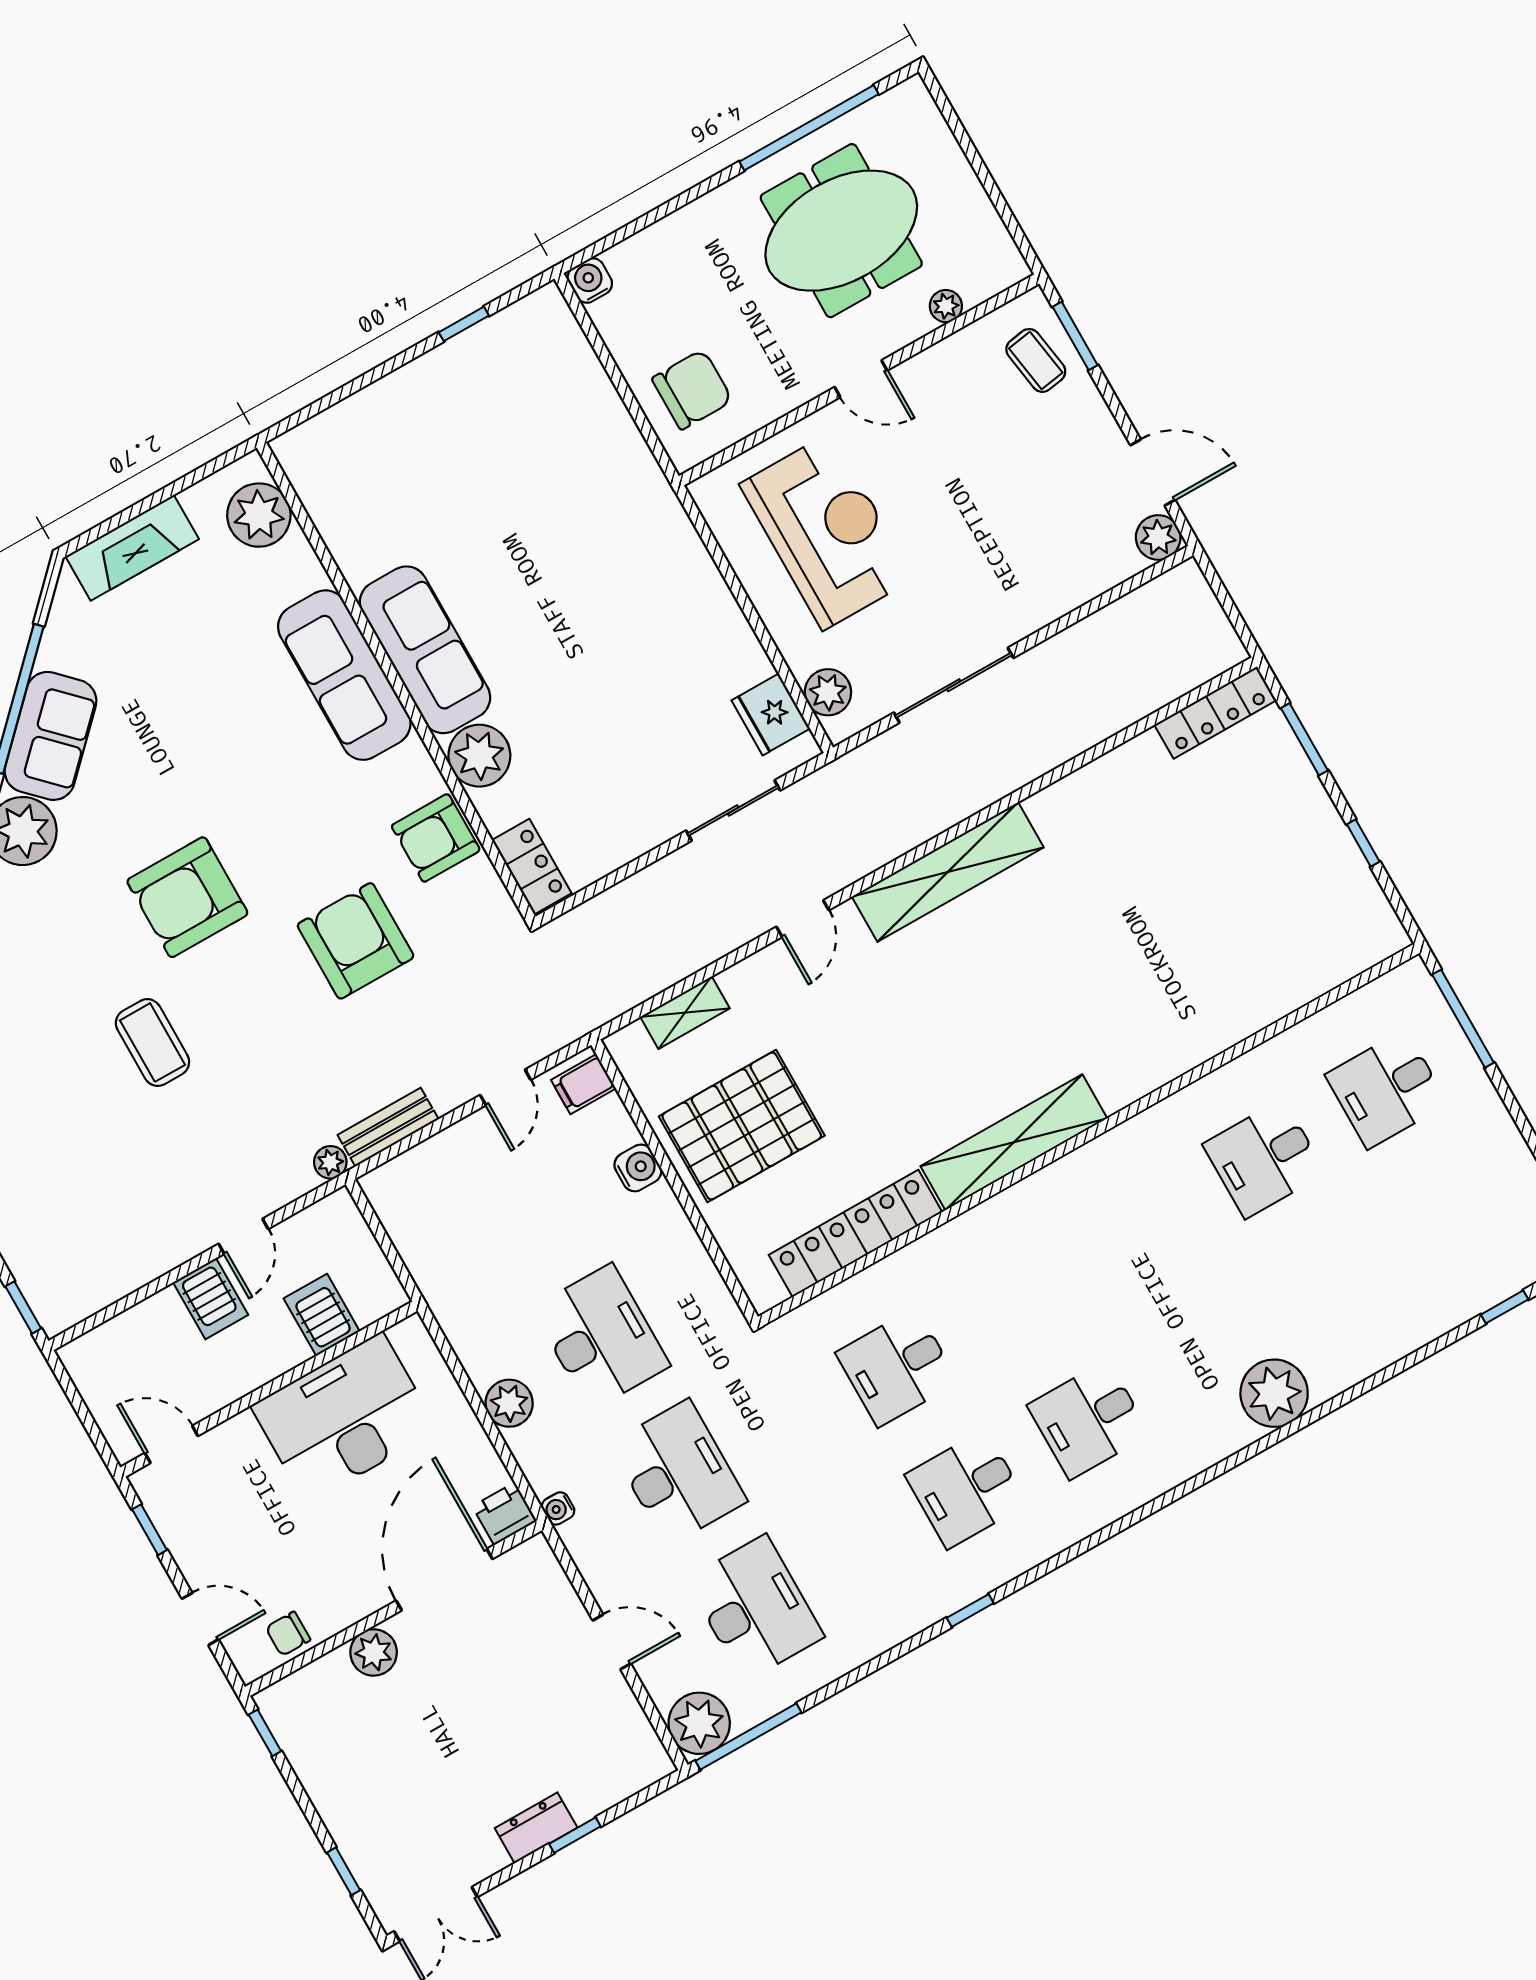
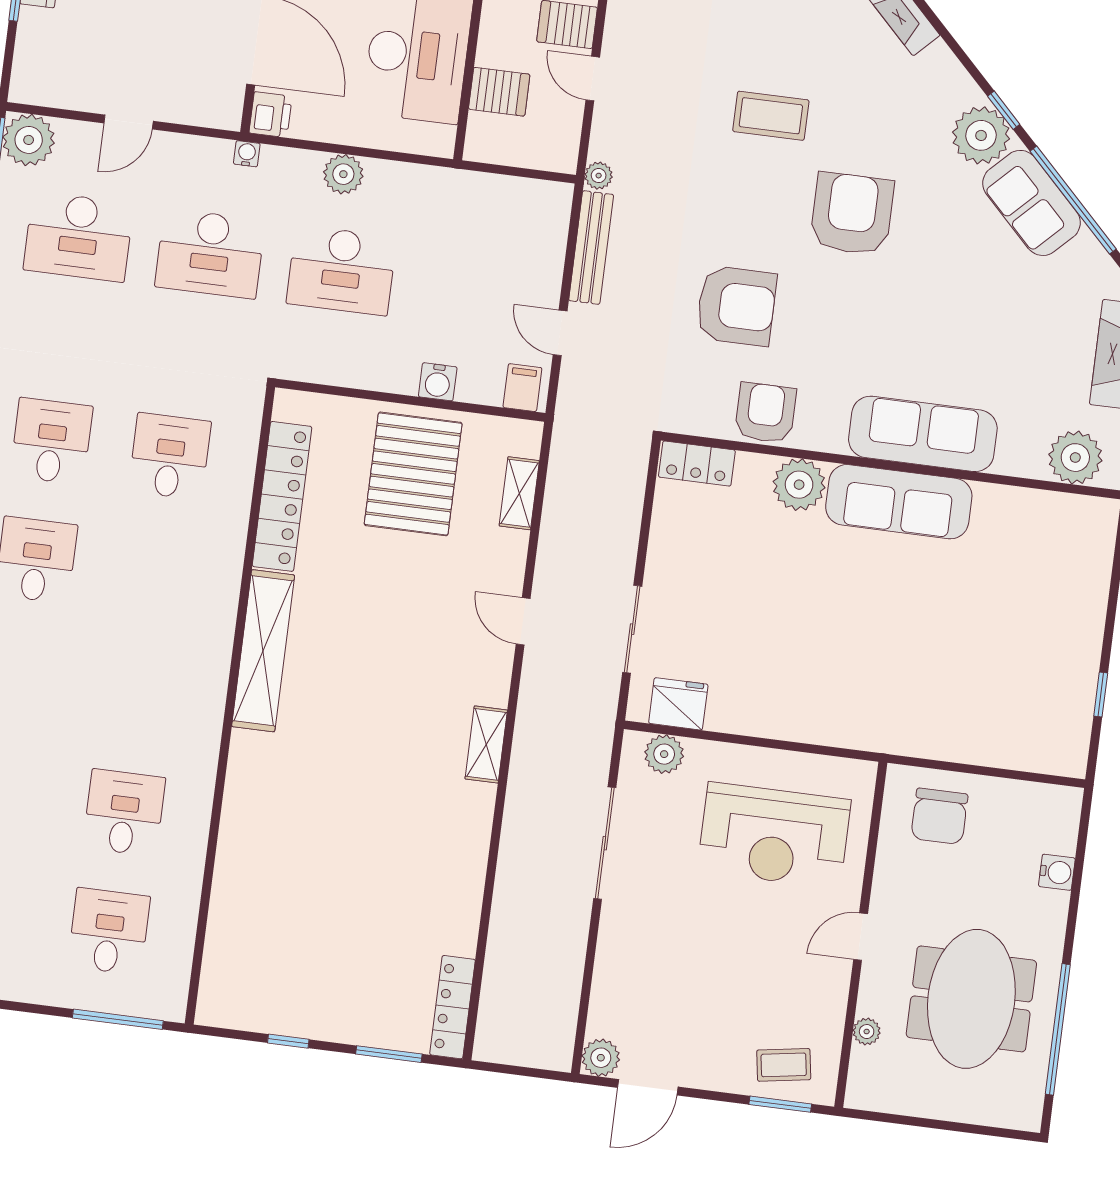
water cooler: (590, 281) -> (1057, 872), moved
shelving: (948, 872) -> (486, 744), width x0.45, depth x0.75
bench: (388, 1127) -> (591, 248), width x1.36

